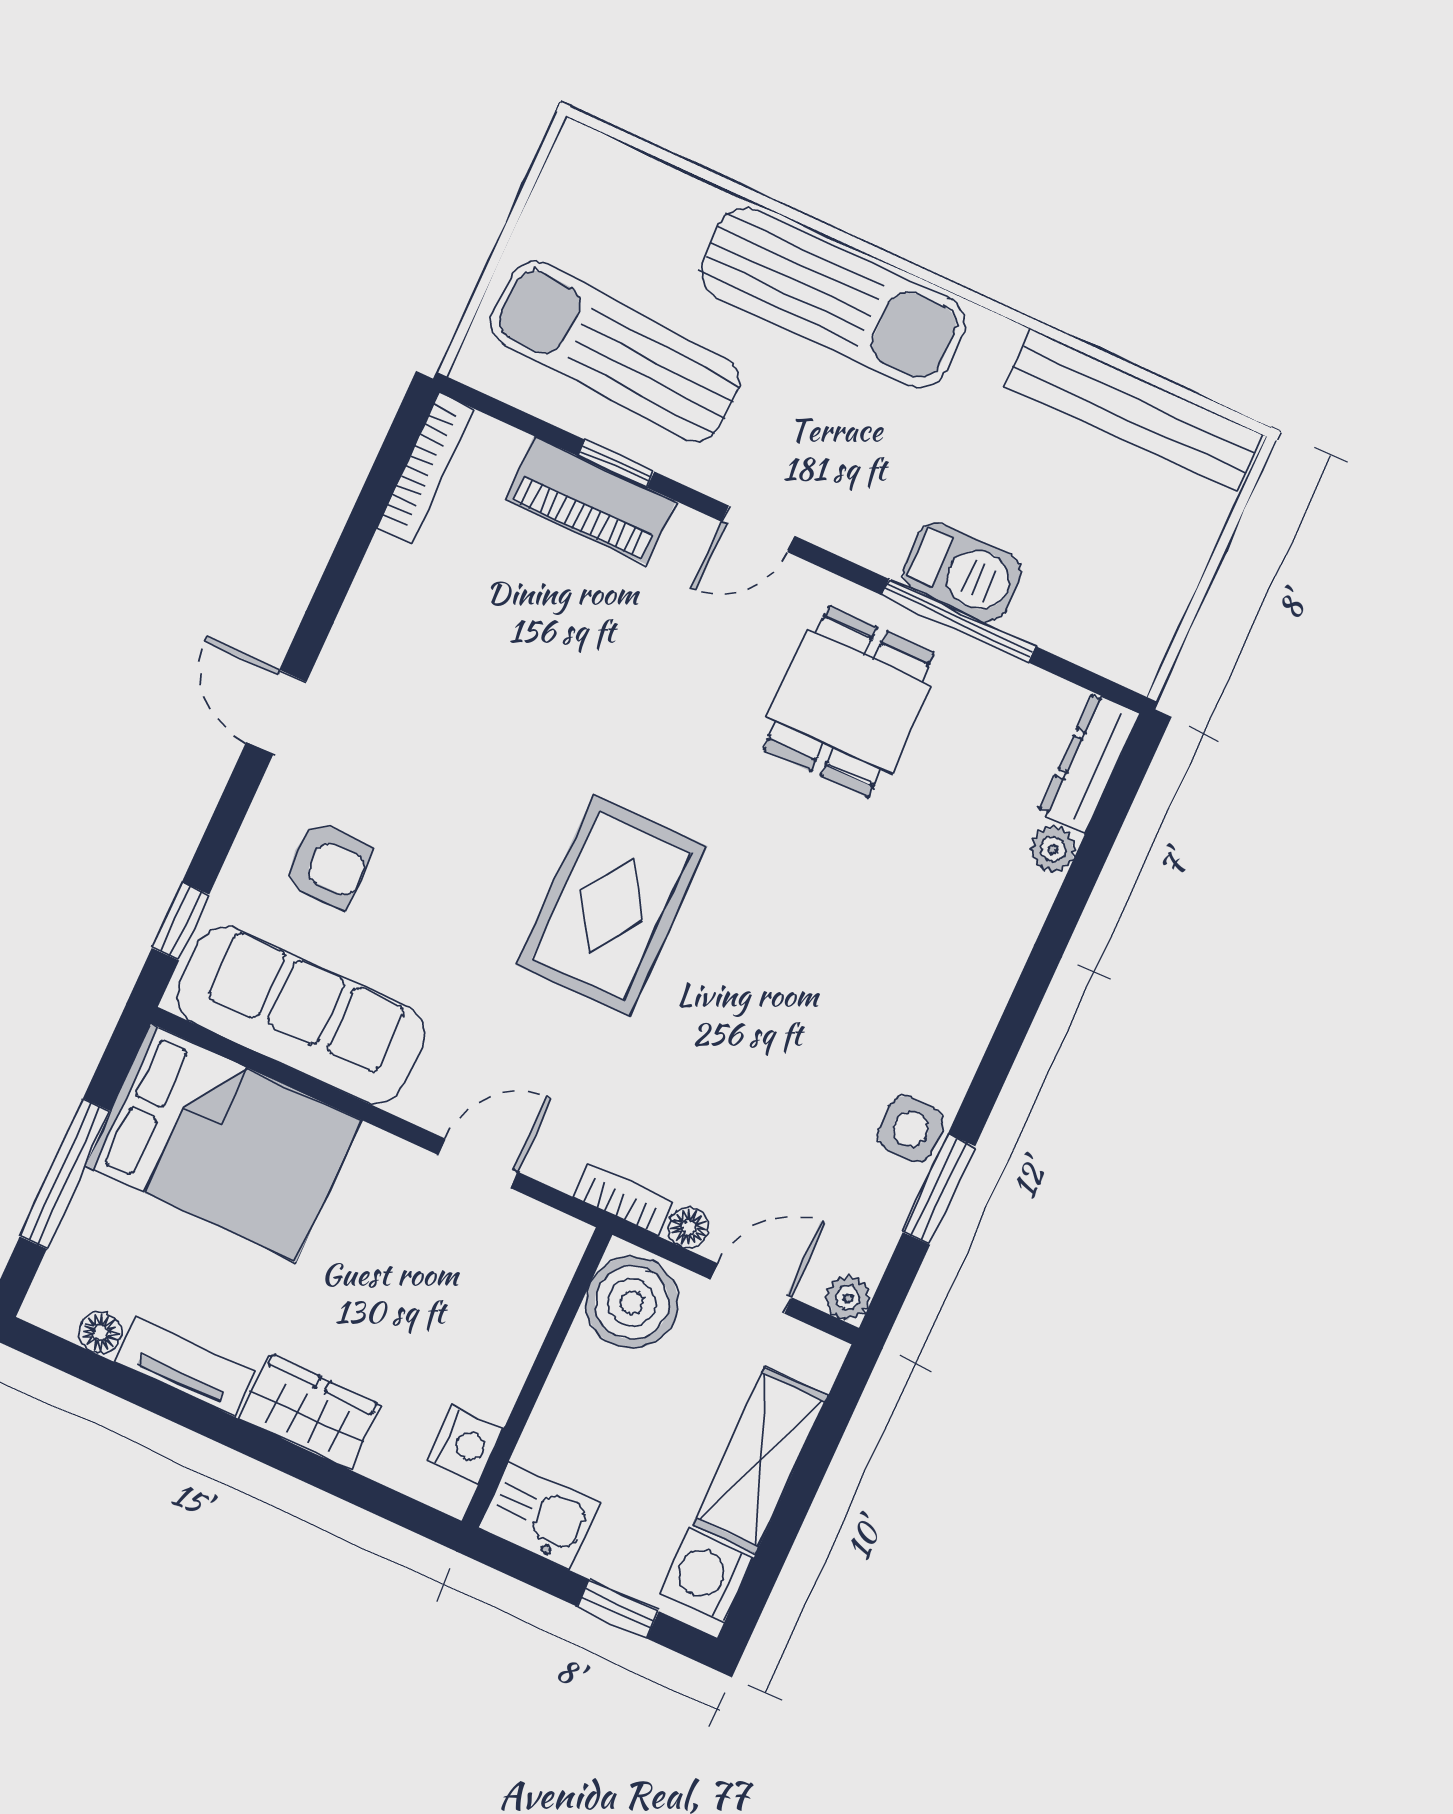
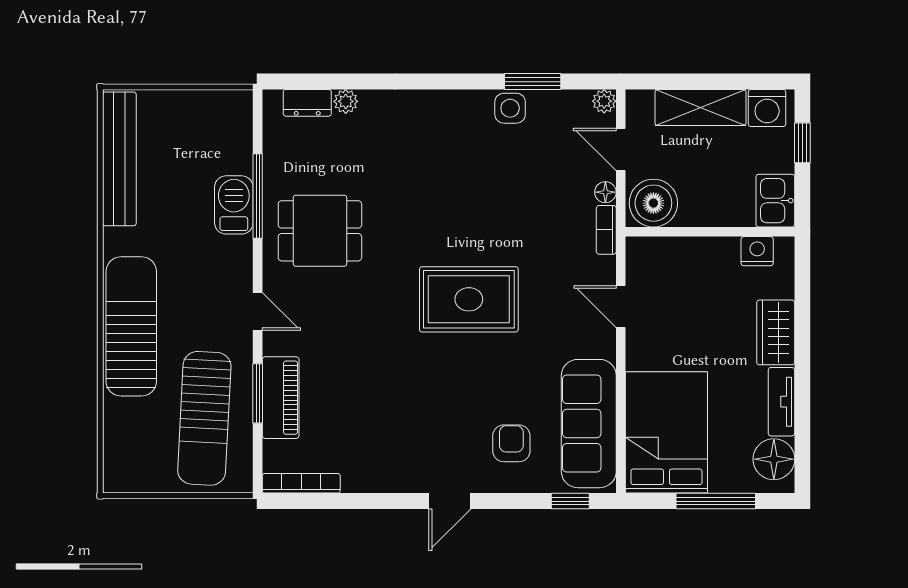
window: (616, 464) -> (258, 393), width x1.50
dresser: (1090, 763) -> (307, 103), width x0.70
floor lamp: (100, 1333) -> (774, 459), width x1.89, depth x1.89

